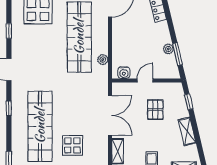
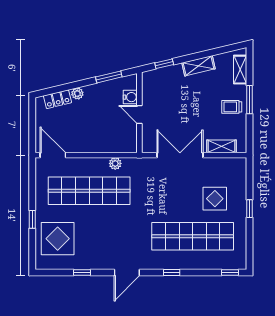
plant: (168, 49) -> (77, 94), moved
water cooler: (124, 73) -> (130, 97), moved
pallet: (155, 110) -> (173, 103), removed

